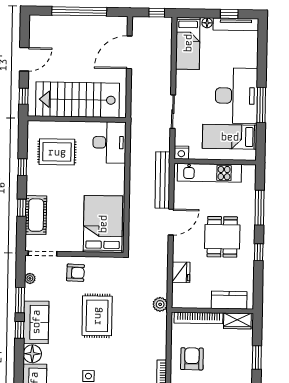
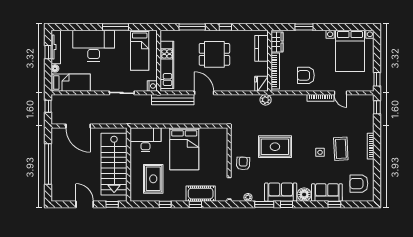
desk: (236, 96) -> (94, 46), moved
bed: (103, 224) -> (184, 149), moved, turned -90
fridge: (181, 272) -> (261, 84), moved, turned -90

